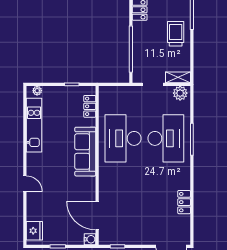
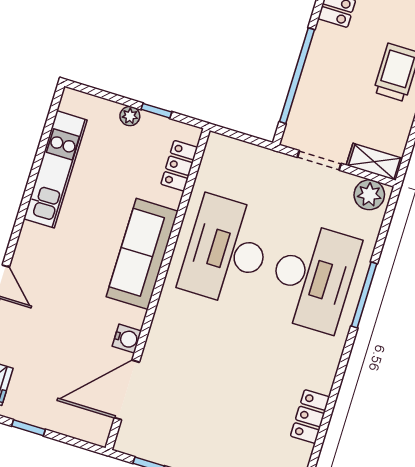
plant: (37, 91) -> (130, 116), moved
door: (97, 215) -> (127, 390), hinge flipped
water cooler: (90, 239) -> (127, 339), moved

